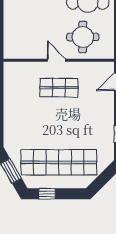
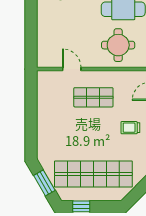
door: (56, 60) -> (72, 69), moved
trolley: (95, 117) -> (130, 128), added

